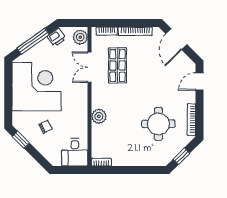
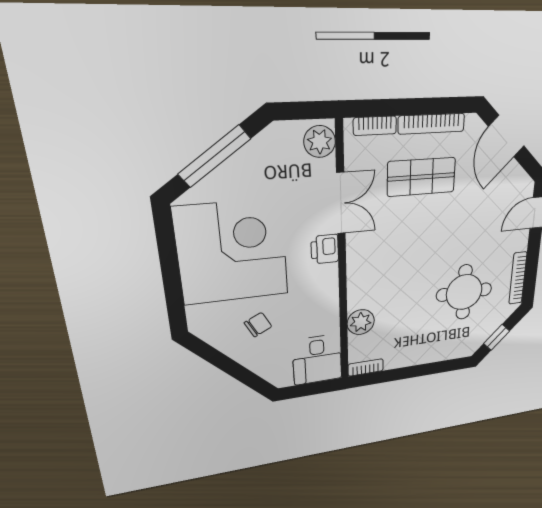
printer: (57, 37) -> (325, 249), moved, turned 126
shop shelf: (117, 66) -> (421, 177), moved, turned 90
double door: (89, 67) -> (341, 203), swing flipped
plant: (99, 116) -> (361, 322), moved
window: (21, 140) -> (210, 354), removed

